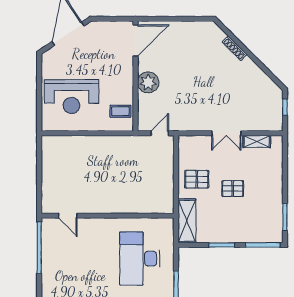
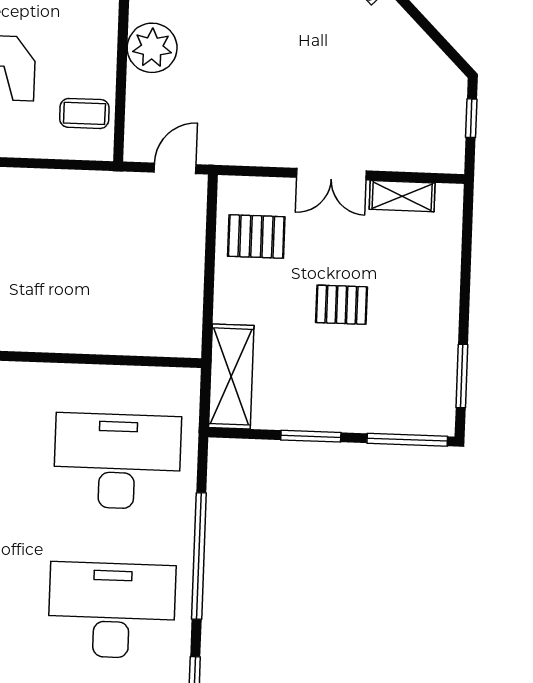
pallet: (197, 179) -> (256, 236), moved
desk: (140, 259) -> (117, 461), turned 90

